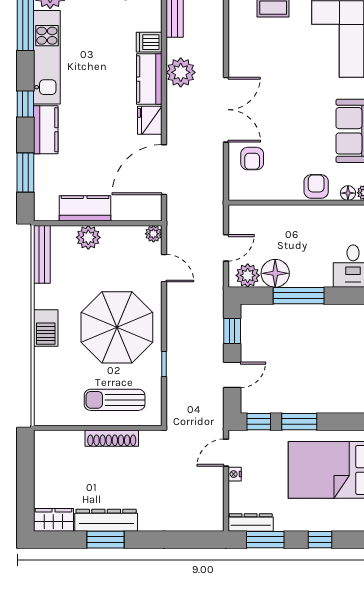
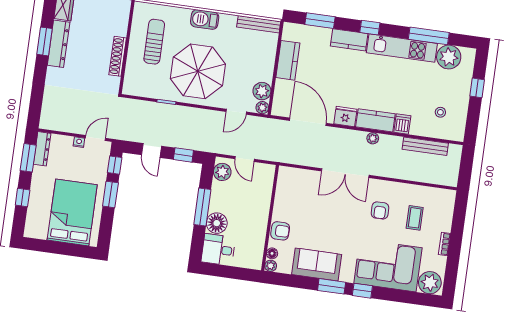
plant: (181, 72) -> (373, 138), width x0.53, depth x0.53
armchair: (252, 159) -> (380, 210), moved, turned -90
plant: (88, 237) -> (262, 91), moved
floor lamp: (275, 273) -> (217, 223), moved
sun lounger: (115, 400) -> (154, 42), moved
door: (226, 453) -> (95, 138), hinge flipped

